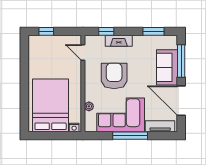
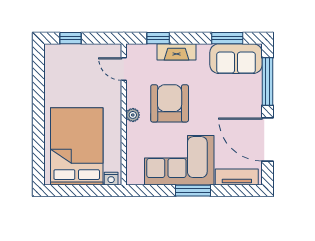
sofa: (167, 67) -> (236, 59), moved, turned -90
plant: (89, 106) -> (133, 115), moved
window: (130, 136) -> (193, 191), width x0.69

